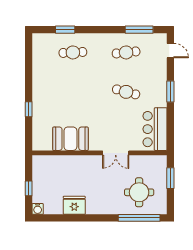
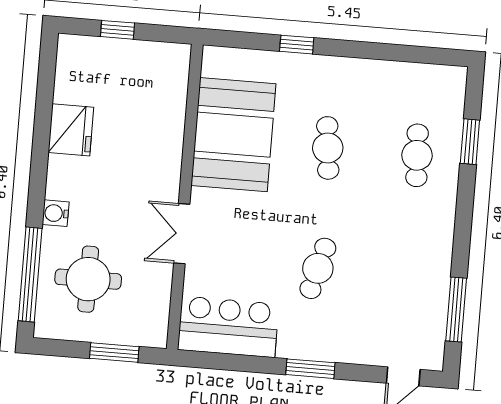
cafe table: (126, 52) -> (328, 148), moved
booth: (70, 139) -> (233, 135), width x1.36, depth x1.42
water cooler: (38, 209) -> (56, 213), moved

